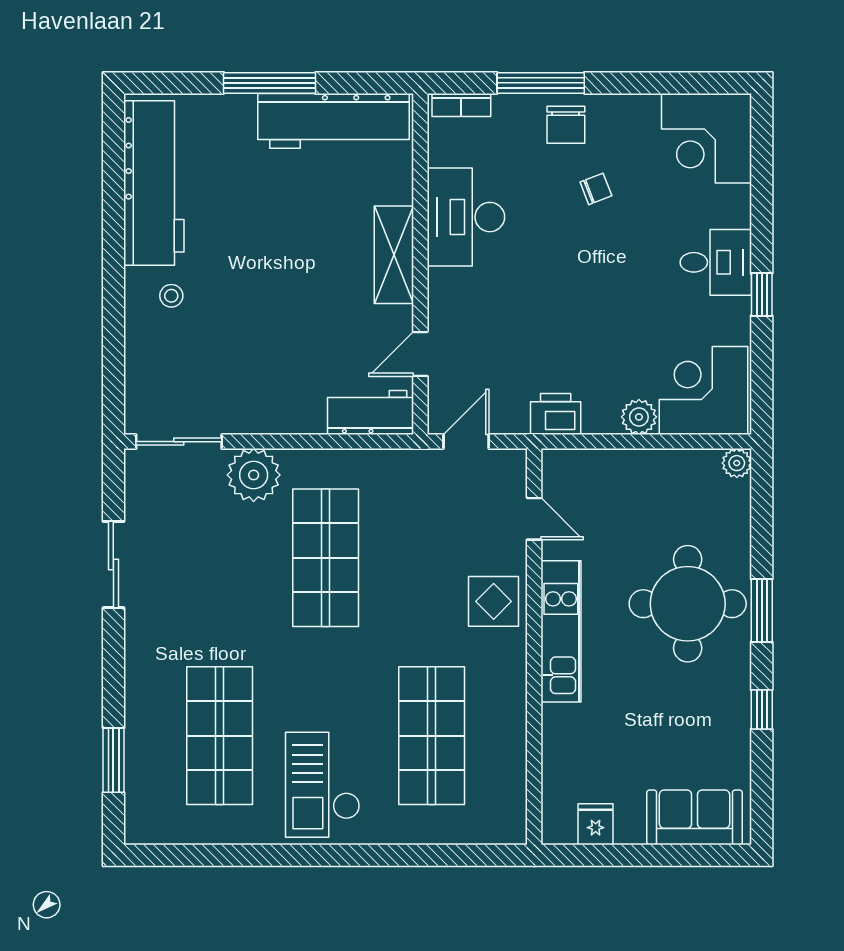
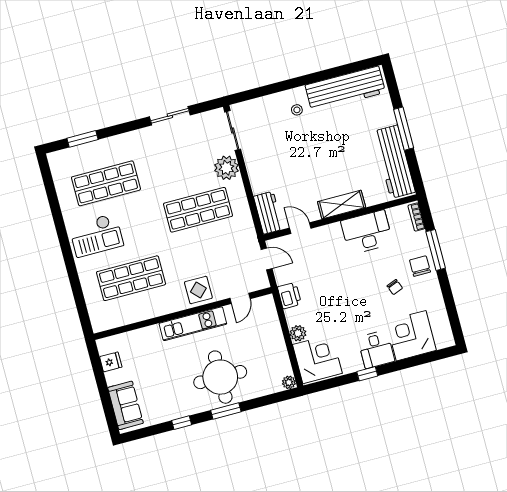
chair: (566, 125) -> (420, 266), turned 90
corner desk: (706, 138) -> (411, 336), moved
checkout: (323, 785) -> (96, 235), turned 180

